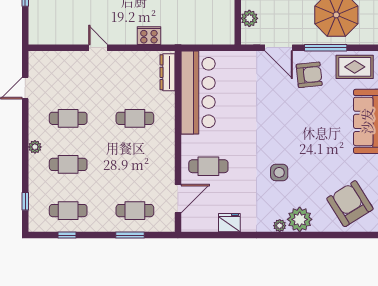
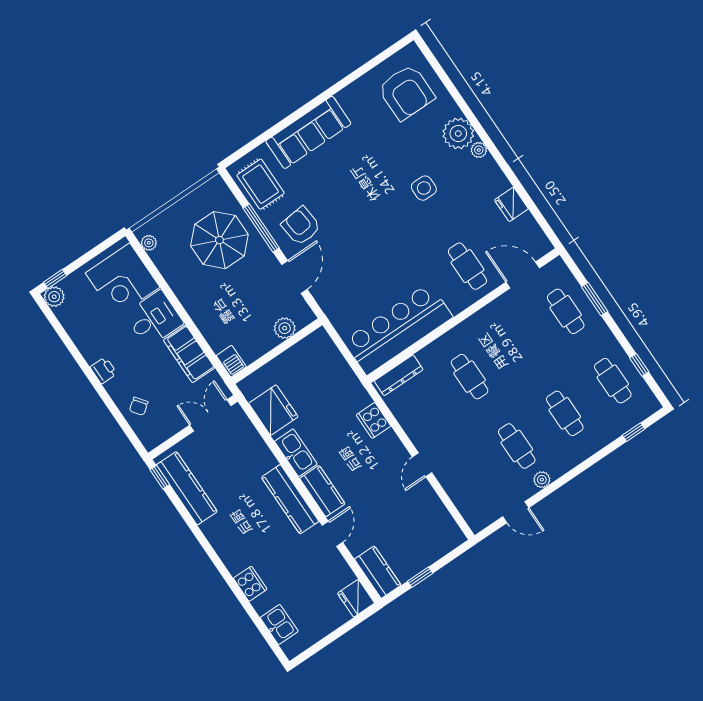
plant: (35, 147) -> (542, 480), moved
armchair: (350, 204) -> (406, 92), turned -58

